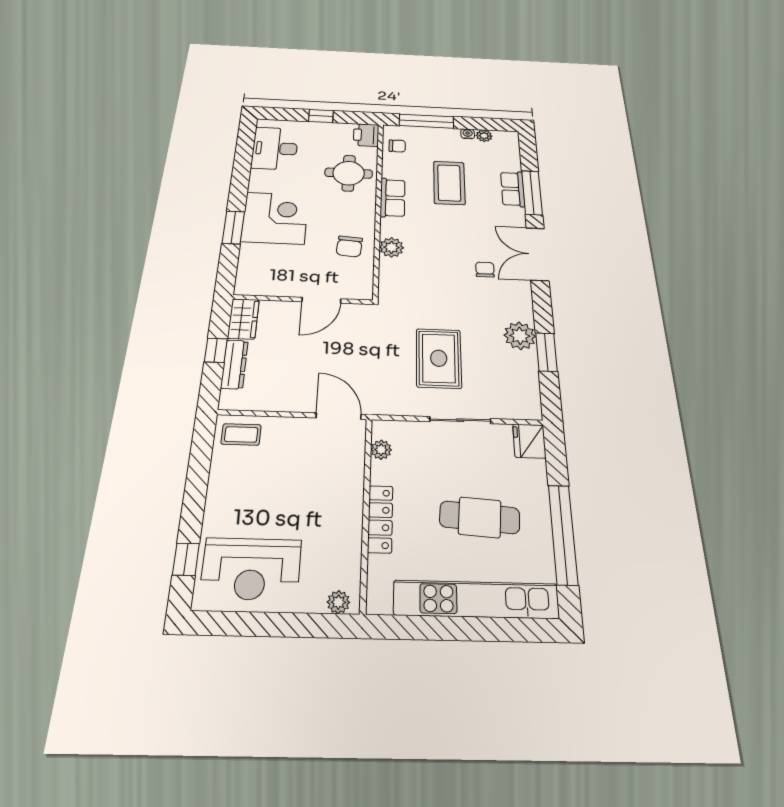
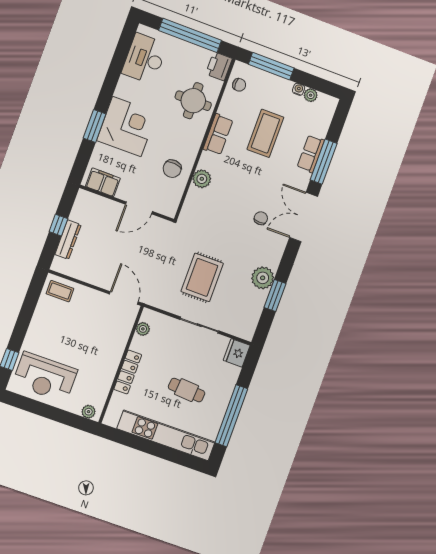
window: (321, 116) -> (190, 35), width x3.17
filing cabinet: (263, 284) -> (103, 182), added
wardrobe: (243, 319) -> (82, 206), removed
cafe table: (480, 517) -> (187, 390), width x0.73, depth x0.74

